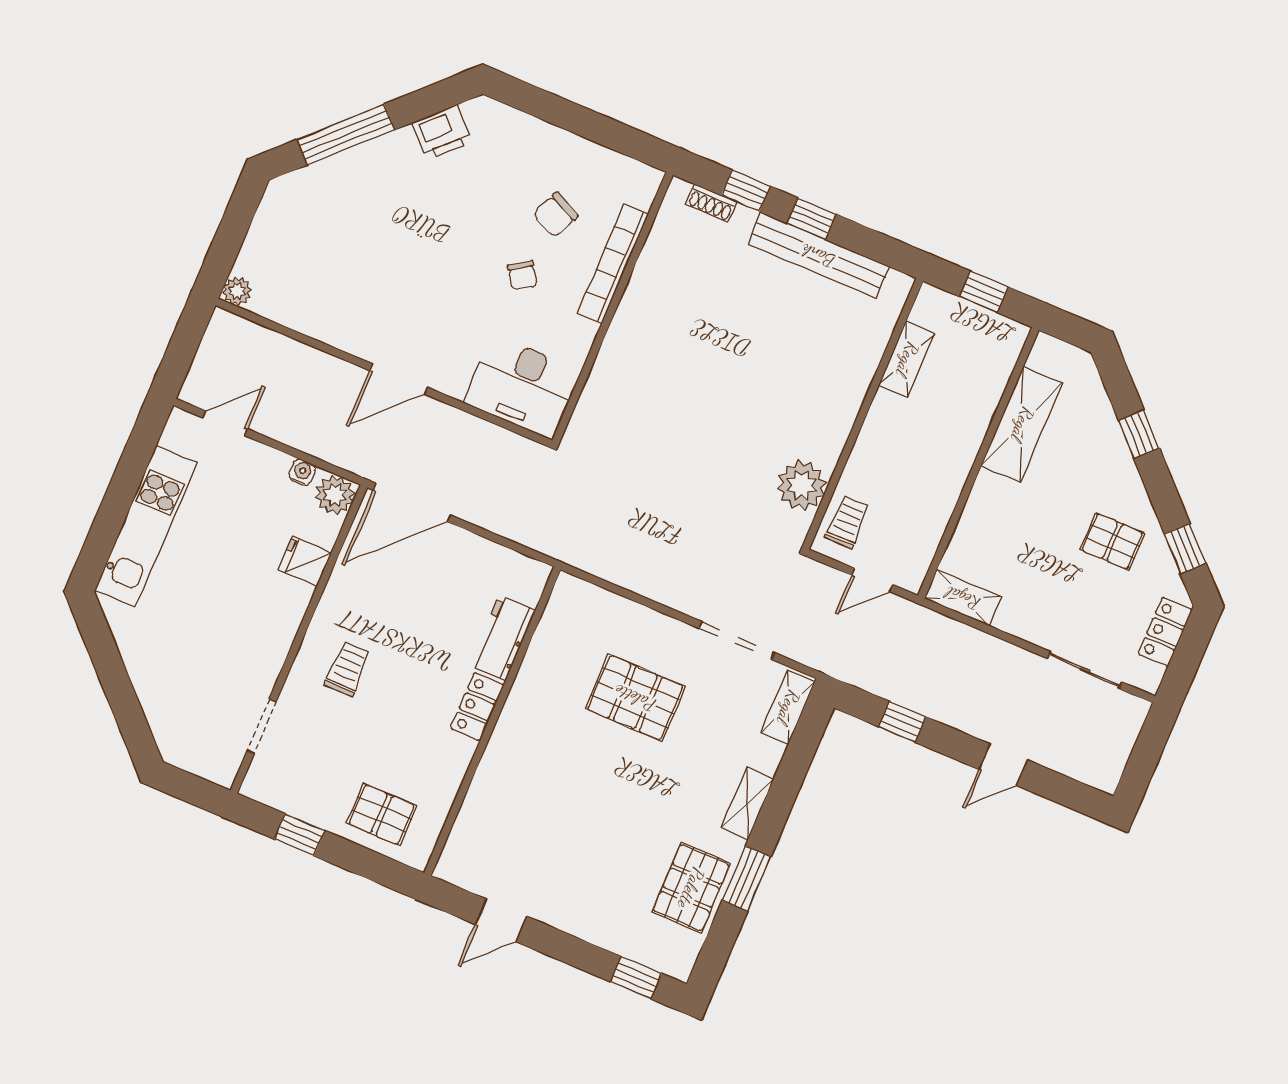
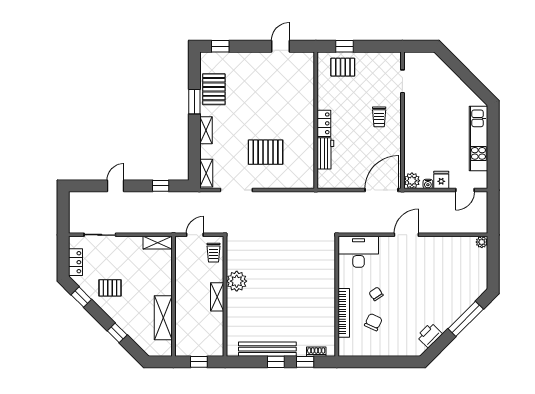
shelving: (907, 359) -> (217, 297), moved
plant: (802, 485) -> (237, 281), moved
fridge: (305, 561) -> (441, 180), moved, turned -90
window: (299, 835) -> (344, 46), moved

